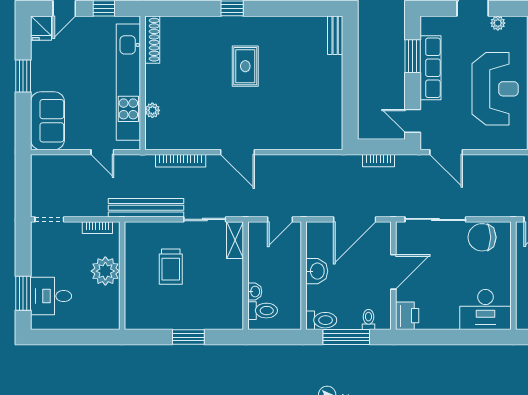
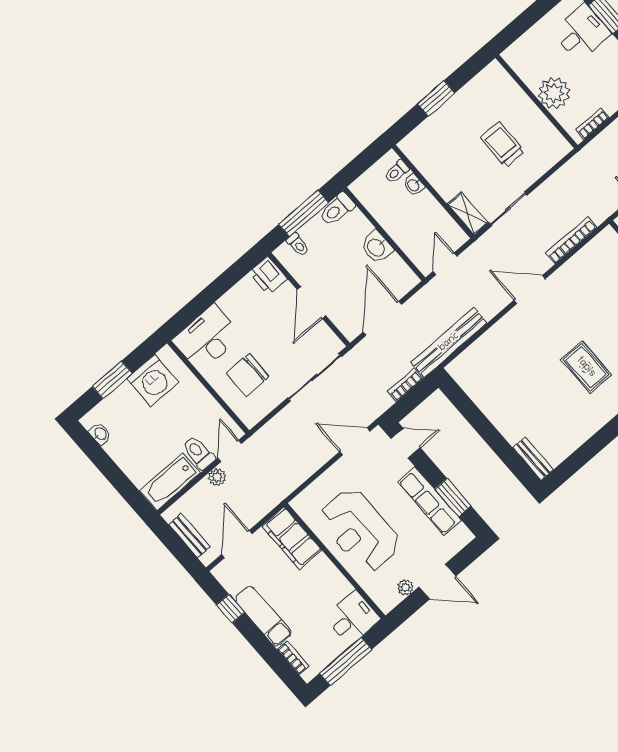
bench: (146, 208) -> (449, 342), moved
chair: (482, 237) -> (248, 375), moved, turned 180
toilet: (263, 311) -> (397, 172), width x0.73, depth x0.72

